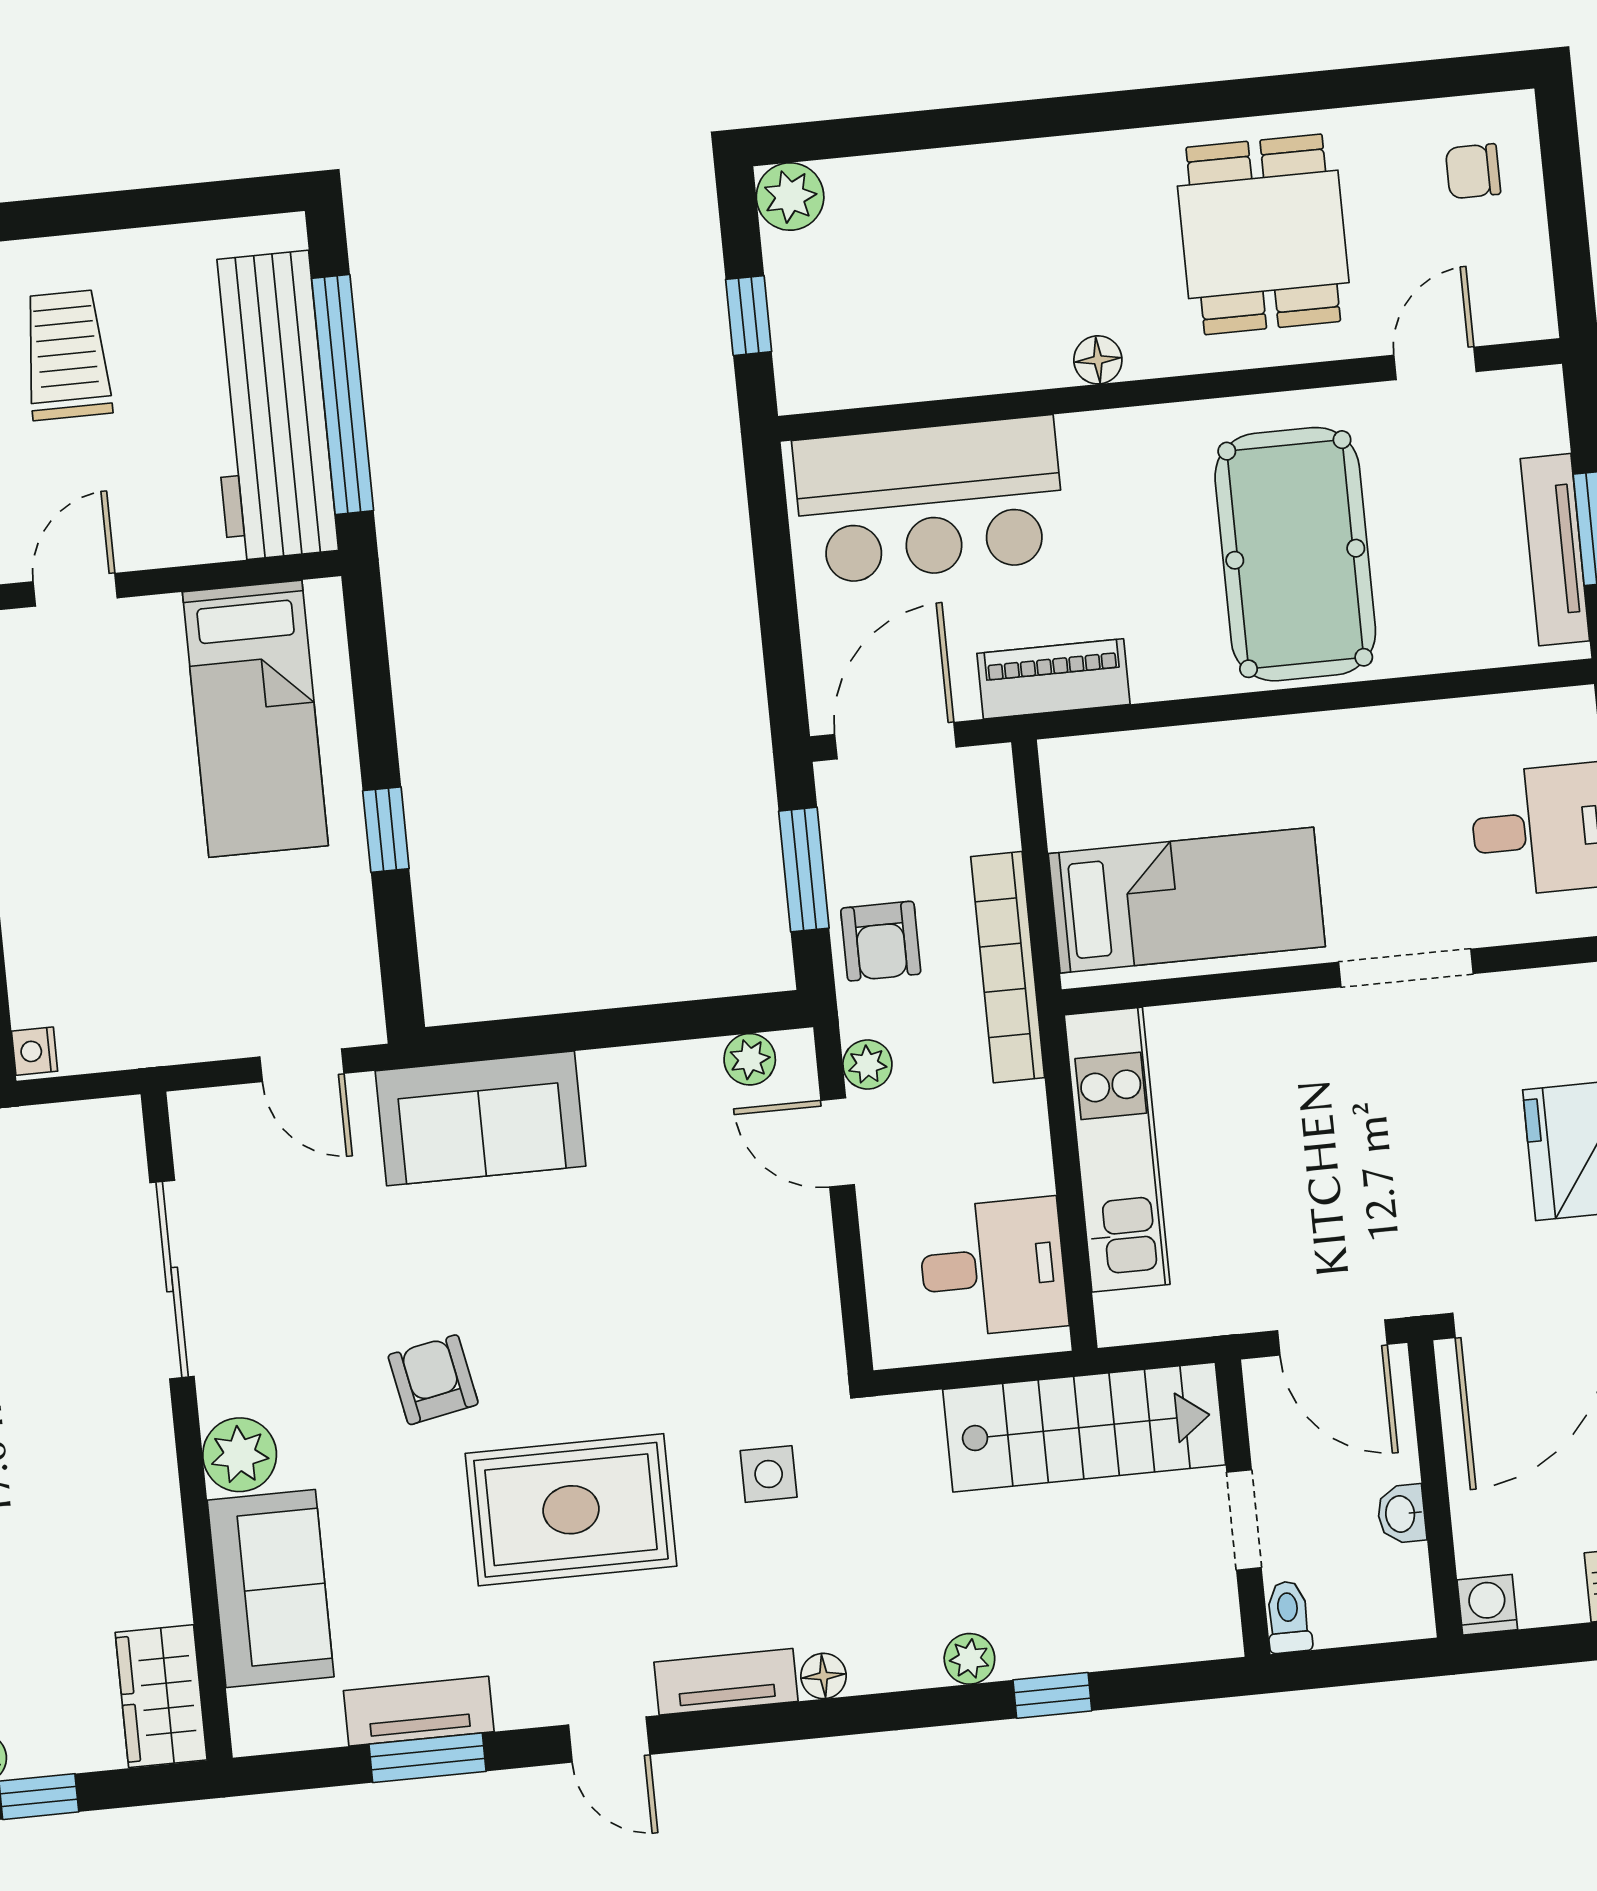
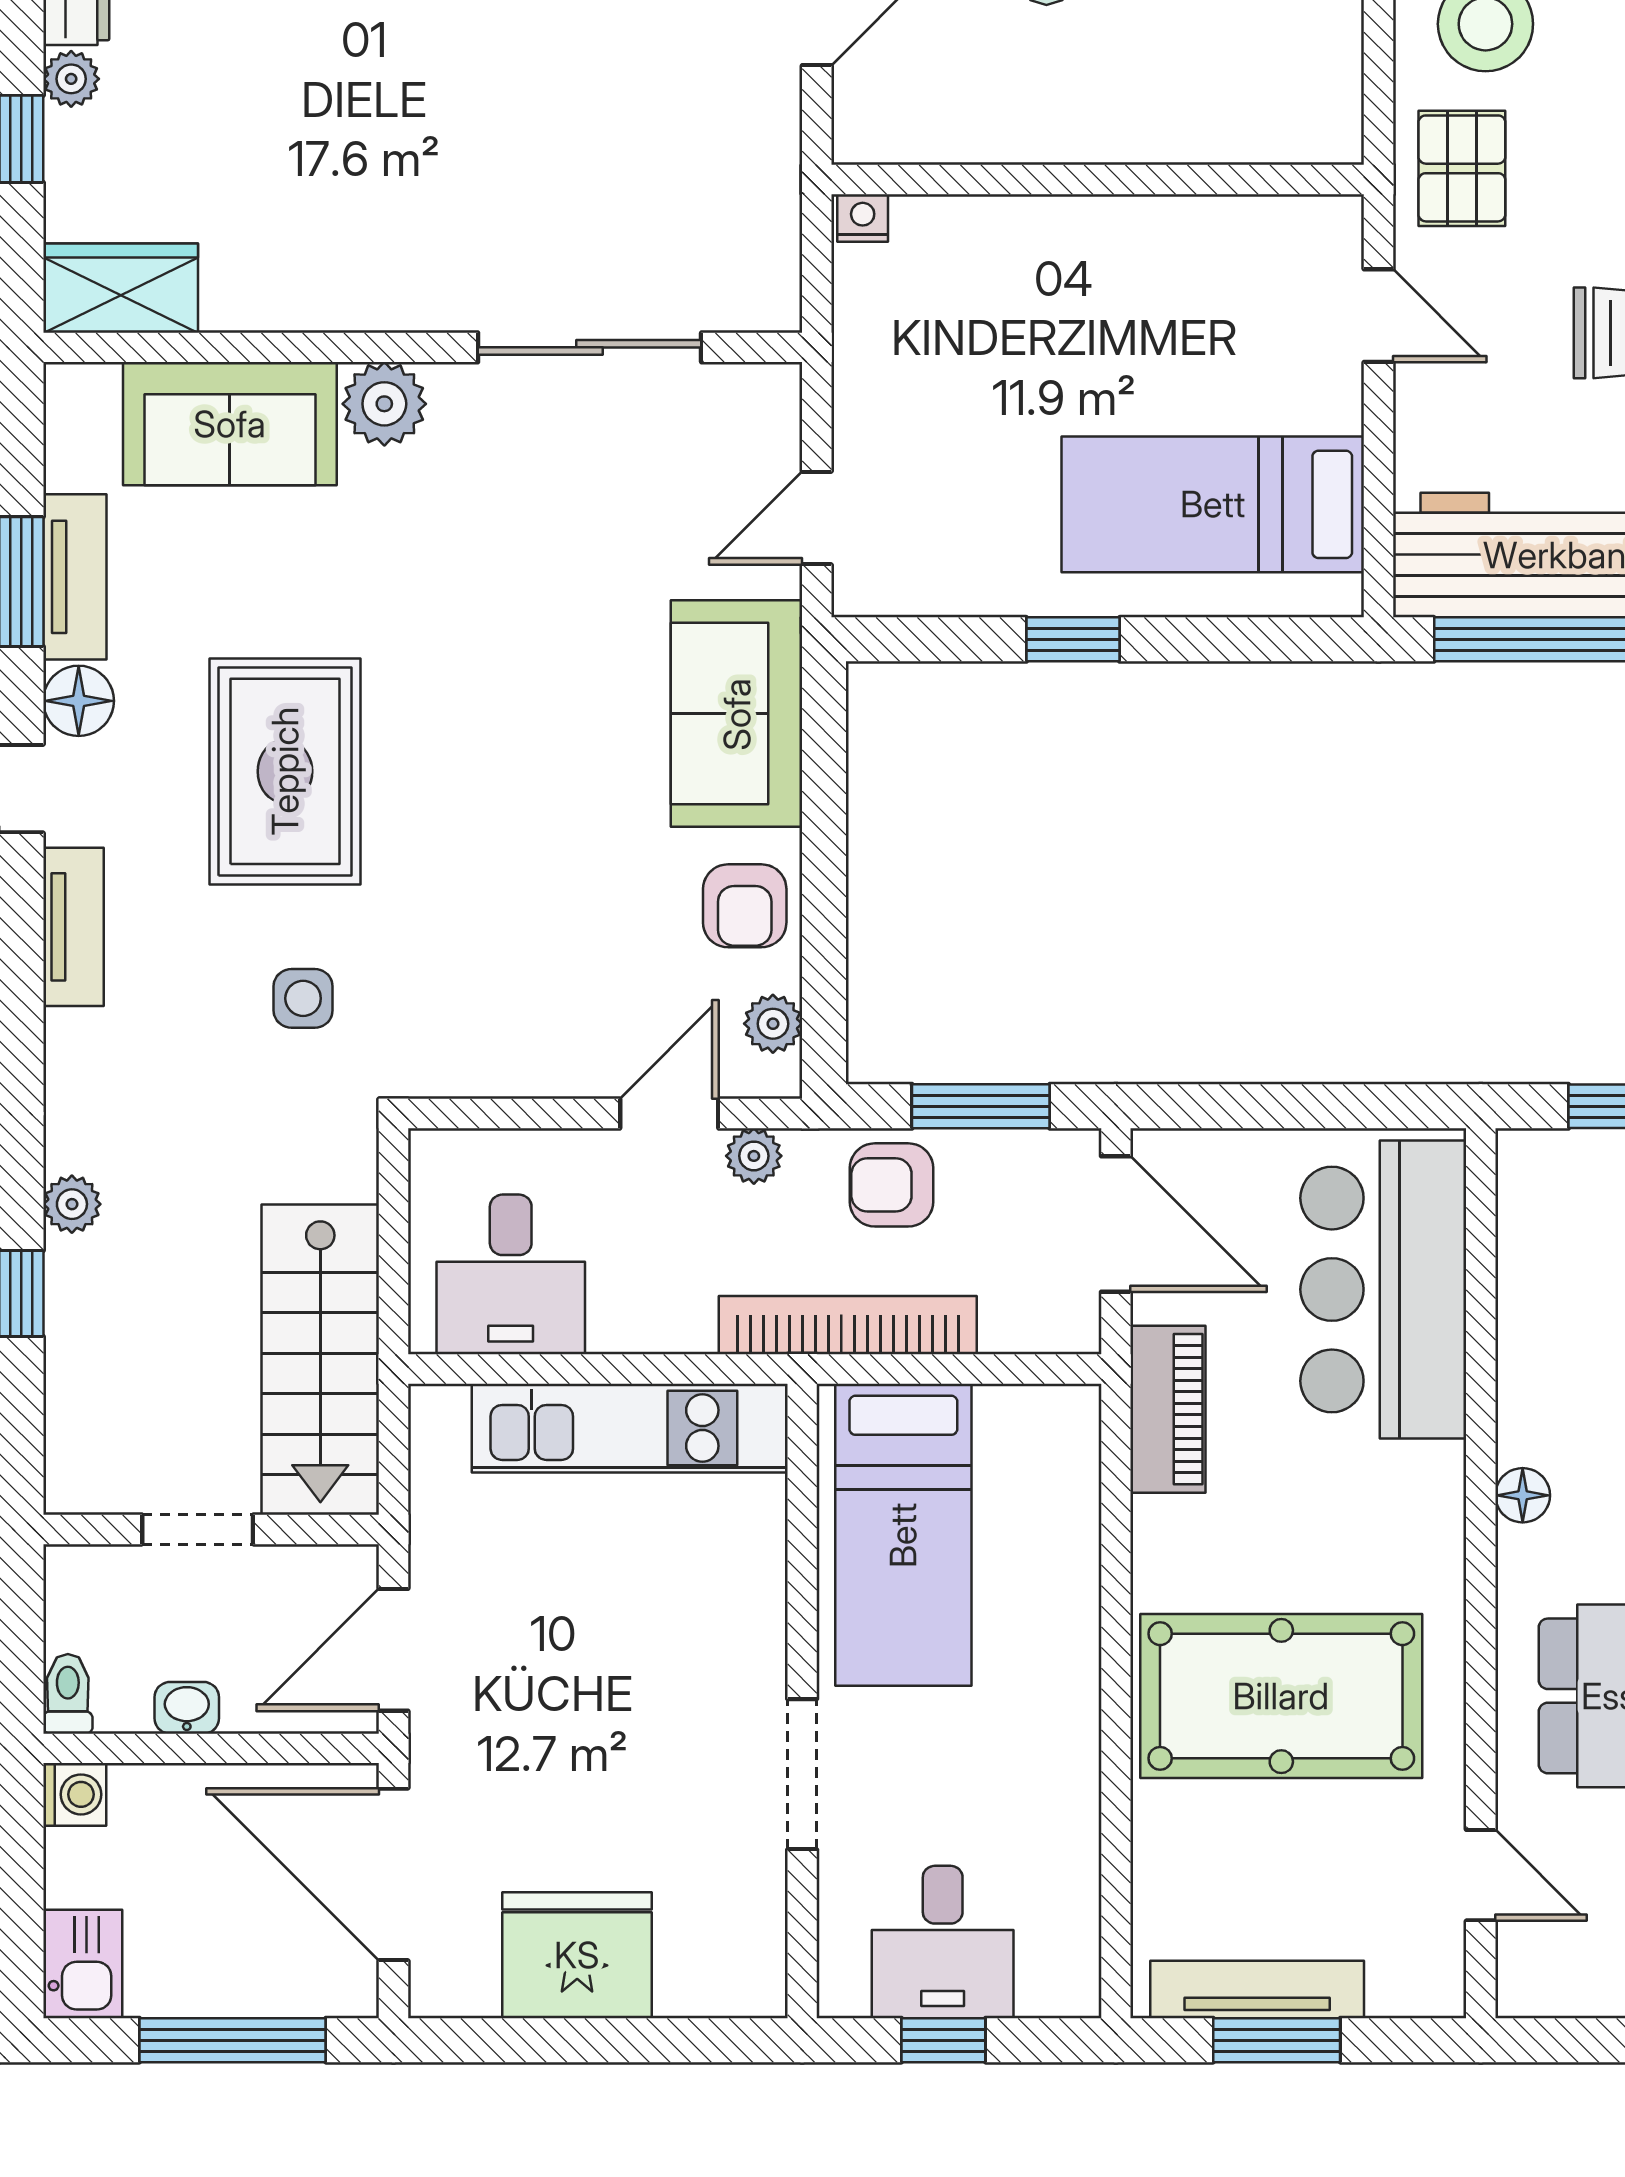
armchair: (433, 1380) -> (745, 906), moved, turned 101
toilet: (1288, 1617) -> (68, 1694), moved, turned -90
floor lamp: (824, 1676) -> (79, 701), moved, width x1.37, depth x1.37

